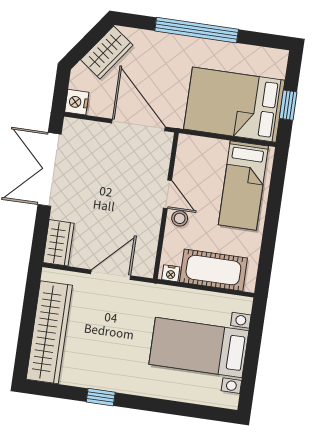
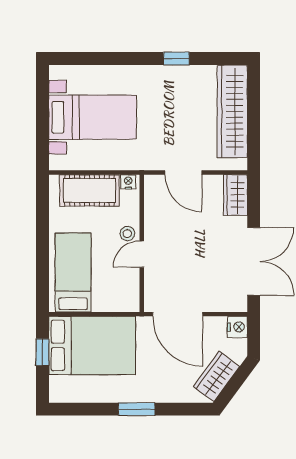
window: (197, 30) -> (137, 409), width x0.47
door: (168, 194) -> (142, 254), hinge flipped
door: (111, 275) -> (183, 173), hinge flipped

